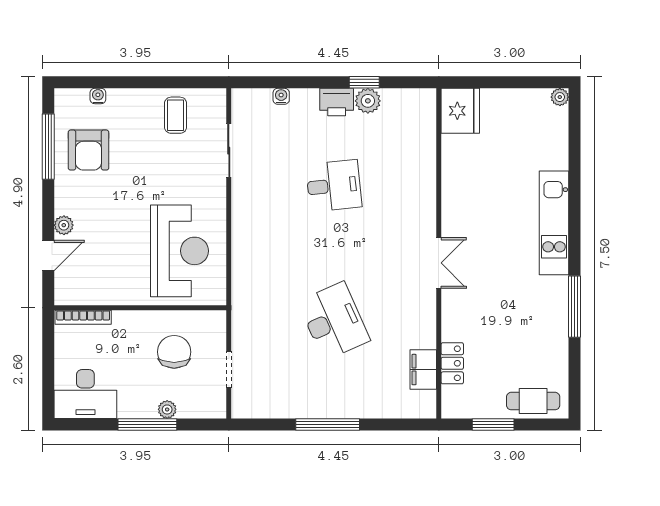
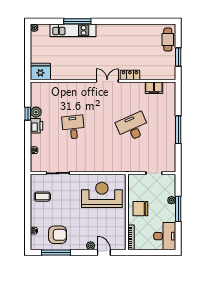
kitchen unit: (554, 223) -> (73, 30), moved
window: (575, 307) -> (77, 21), moved
chair: (174, 352) -> (140, 209), moved
locker: (452, 363) -> (130, 75), moved

